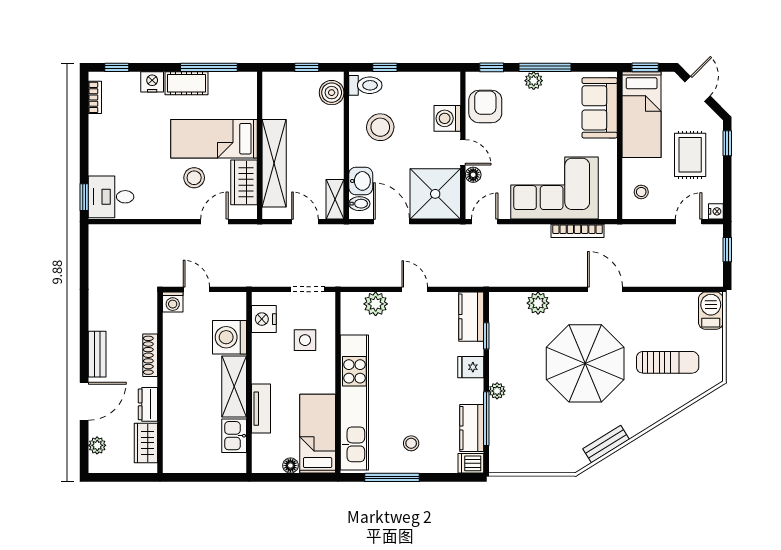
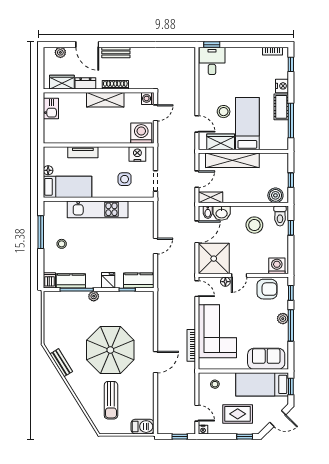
washing machine: (447, 118) -> (277, 266), moved
plant: (538, 303) -> (147, 321), removed
plant: (376, 304) -> (147, 222), removed
washing machine: (230, 337) -> (141, 133), moved
shelving: (234, 386) -> (105, 100), moved
kitchen unit: (354, 402) -> (98, 209), width x0.73
kitchen sink: (234, 436) -> (51, 108), moved, turned 90

